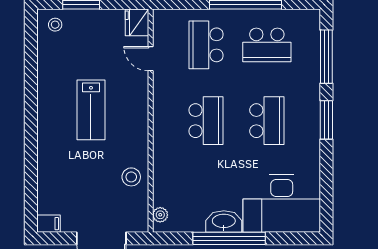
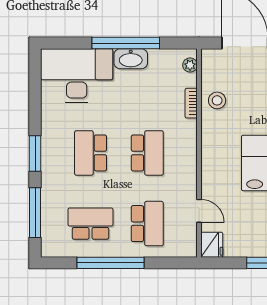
school desk: (206, 121) -> (147, 153), turned 180
bookcase: (159, 174) -> (191, 103), added

